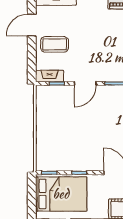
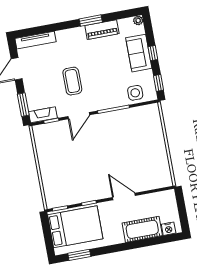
coffee table: (55, 44) -> (72, 81), moved, turned 90
window: (32, 62) -> (23, 105), added

